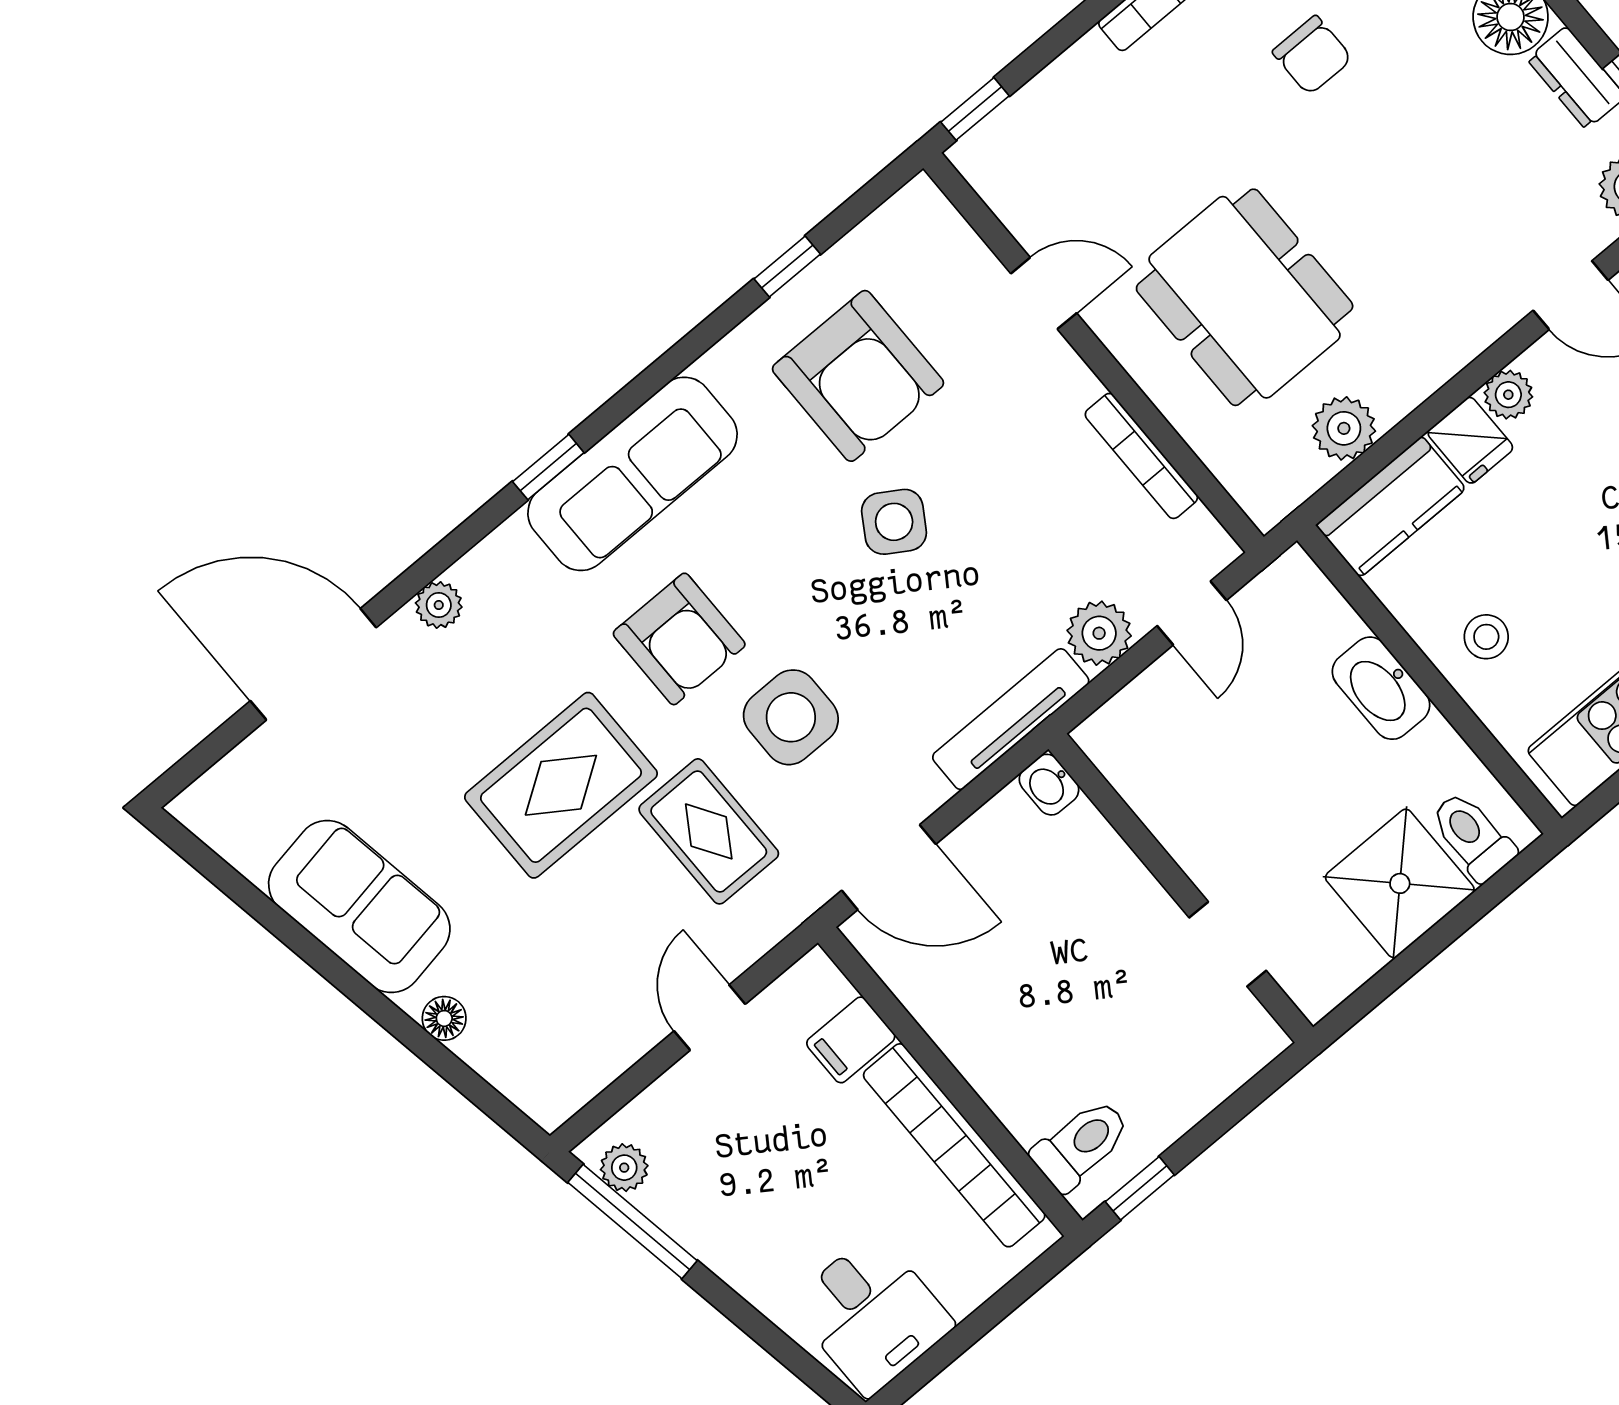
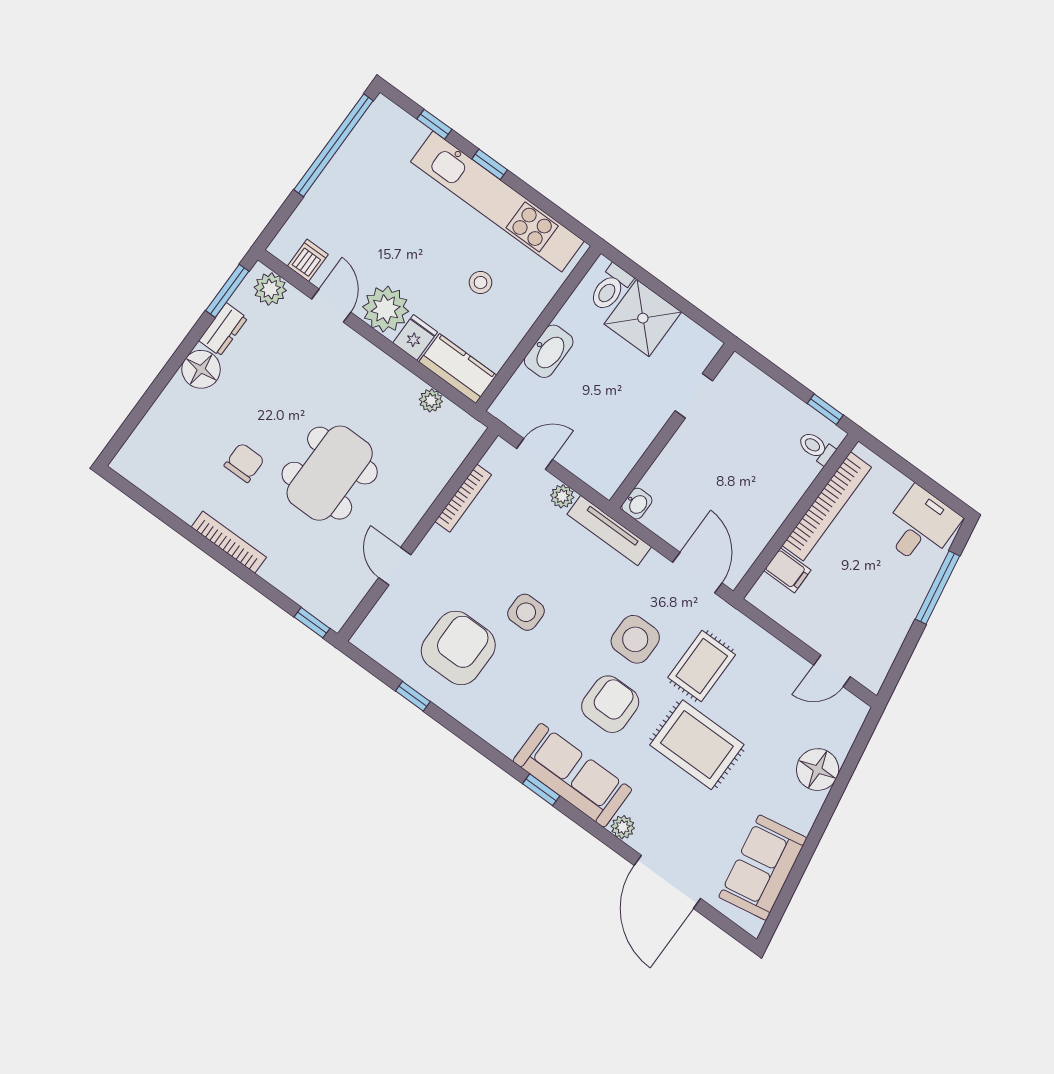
dining table: (1245, 297) -> (330, 473), moved
plant: (1508, 395) -> (386, 309), width x1.88, depth x1.88
plant: (1344, 428) -> (431, 400), width x0.73, depth x0.73
sofa: (633, 474) -> (572, 775), moved
side table: (894, 522) -> (526, 612), turned -32
plant: (1099, 633) -> (562, 496), width x0.73, depth x0.73
stool: (1486, 637) -> (481, 283), moved
sofa: (359, 907) -> (763, 868), moved
floor lamp: (444, 1018) -> (818, 770), width x1.89, depth x1.89
door: (710, 1018) -> (832, 671), moved
toilet: (1081, 1145) -> (816, 448), width x0.73, depth x0.72
plant: (624, 1168) -> (878, 667), removed
window: (633, 1221) -> (938, 587), moved

